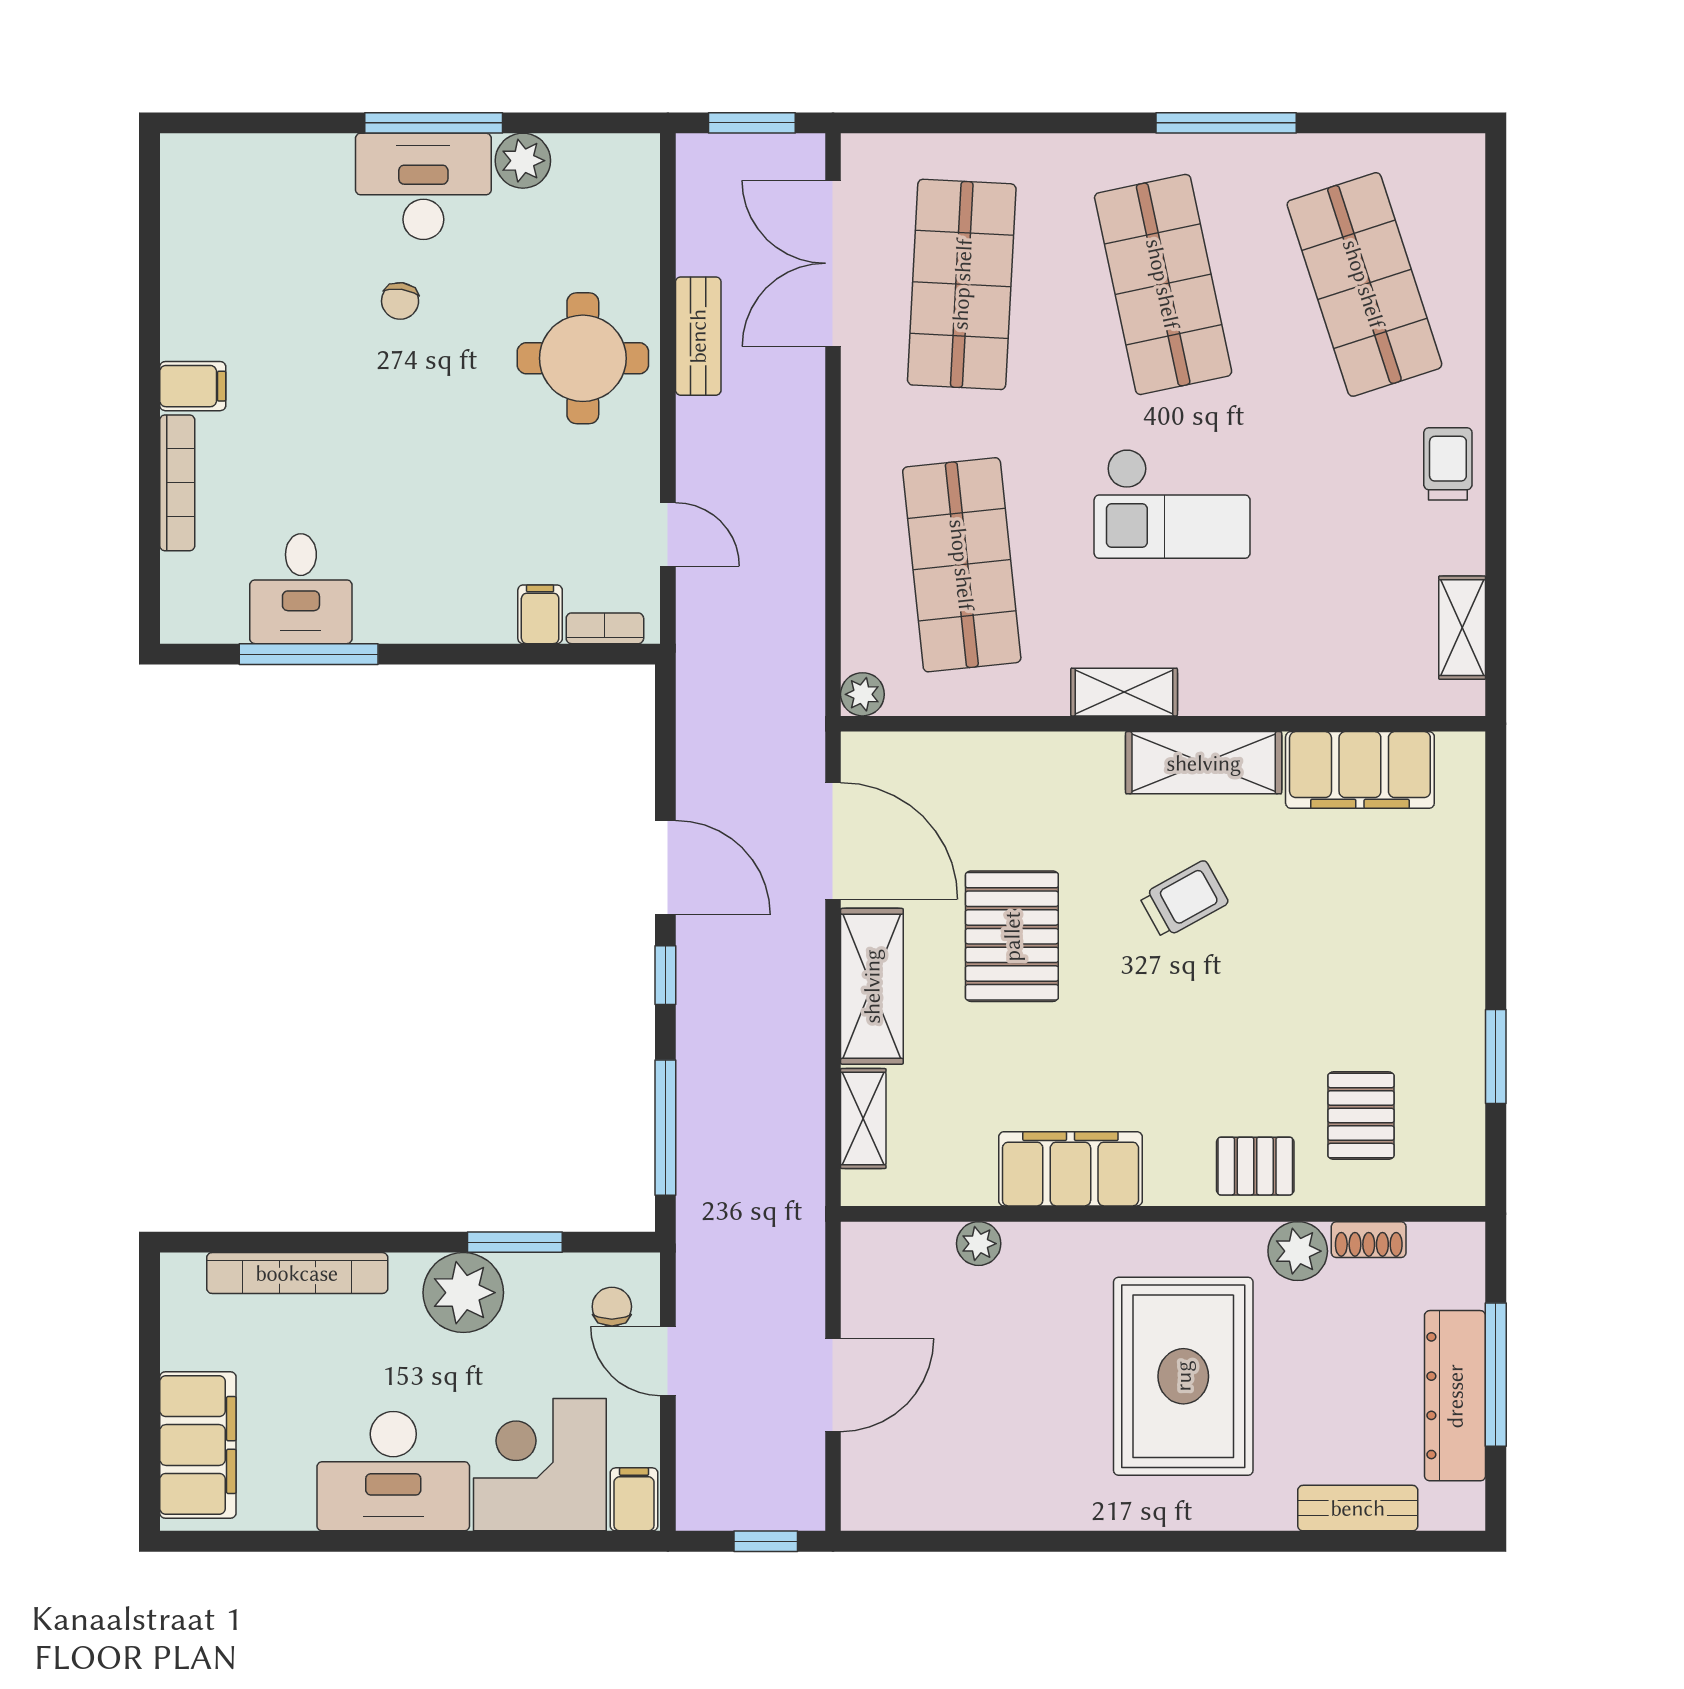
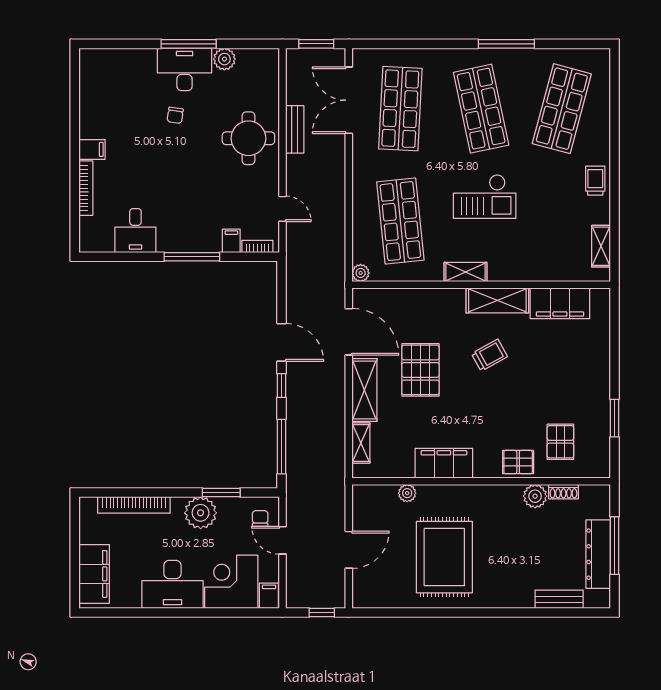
shop shelf: (1364, 284) -> (562, 109), turned 33
window: (309, 654) -> (192, 257), moved
rug: (1183, 1376) -> (444, 557), moved

